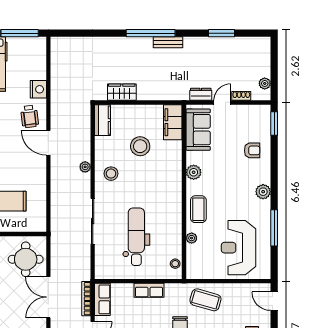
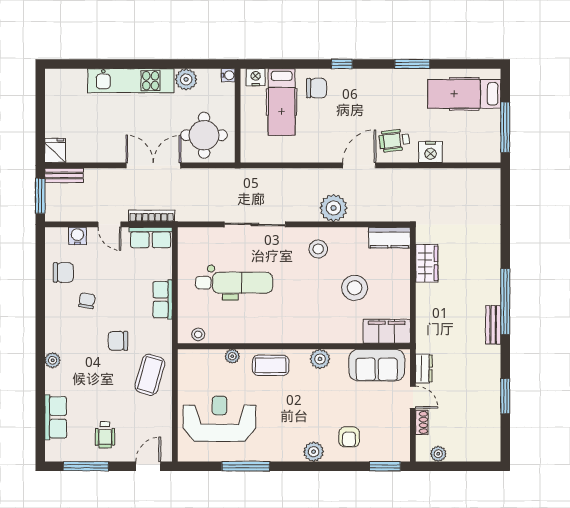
plant: (85, 167) -> (333, 208), width x1.87, depth x1.87
plant: (263, 192) -> (314, 452), moved

